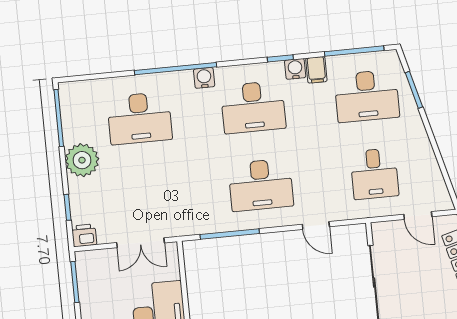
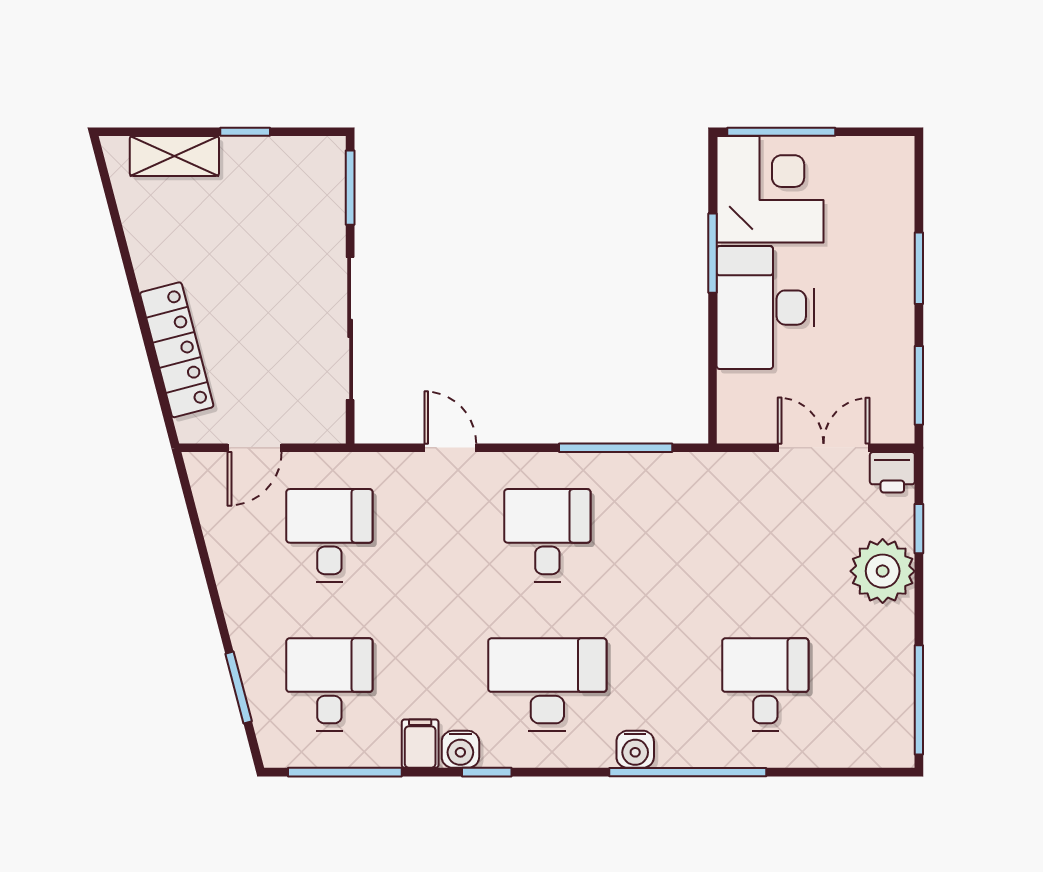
desk: (367, 96) -> (329, 685), width x0.73
desk: (140, 118) -> (765, 685), width x0.73
plant: (82, 160) -> (883, 571), moved
desk: (261, 185) -> (547, 535), width x0.73
door: (418, 216) -> (255, 448), swing flipped
double door: (140, 243) -> (824, 448), moved

